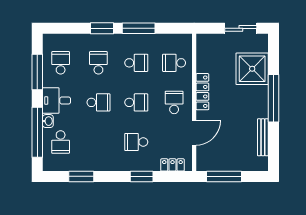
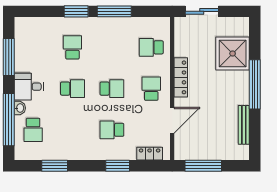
sliding door: (241, 28) -> (202, 11), moved
school desk: (61, 63) -> (33, 47), removed
school desk: (136, 63) -> (112, 47), removed

